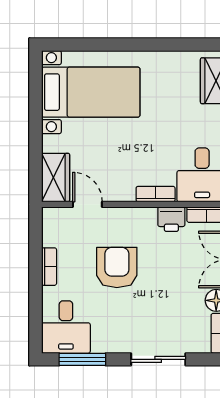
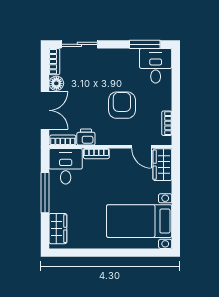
bookcase: (49, 267) -> (167, 123), moved
armchair: (117, 267) -> (122, 105), turned 180
sliding door: (158, 359) -> (79, 44), moved

